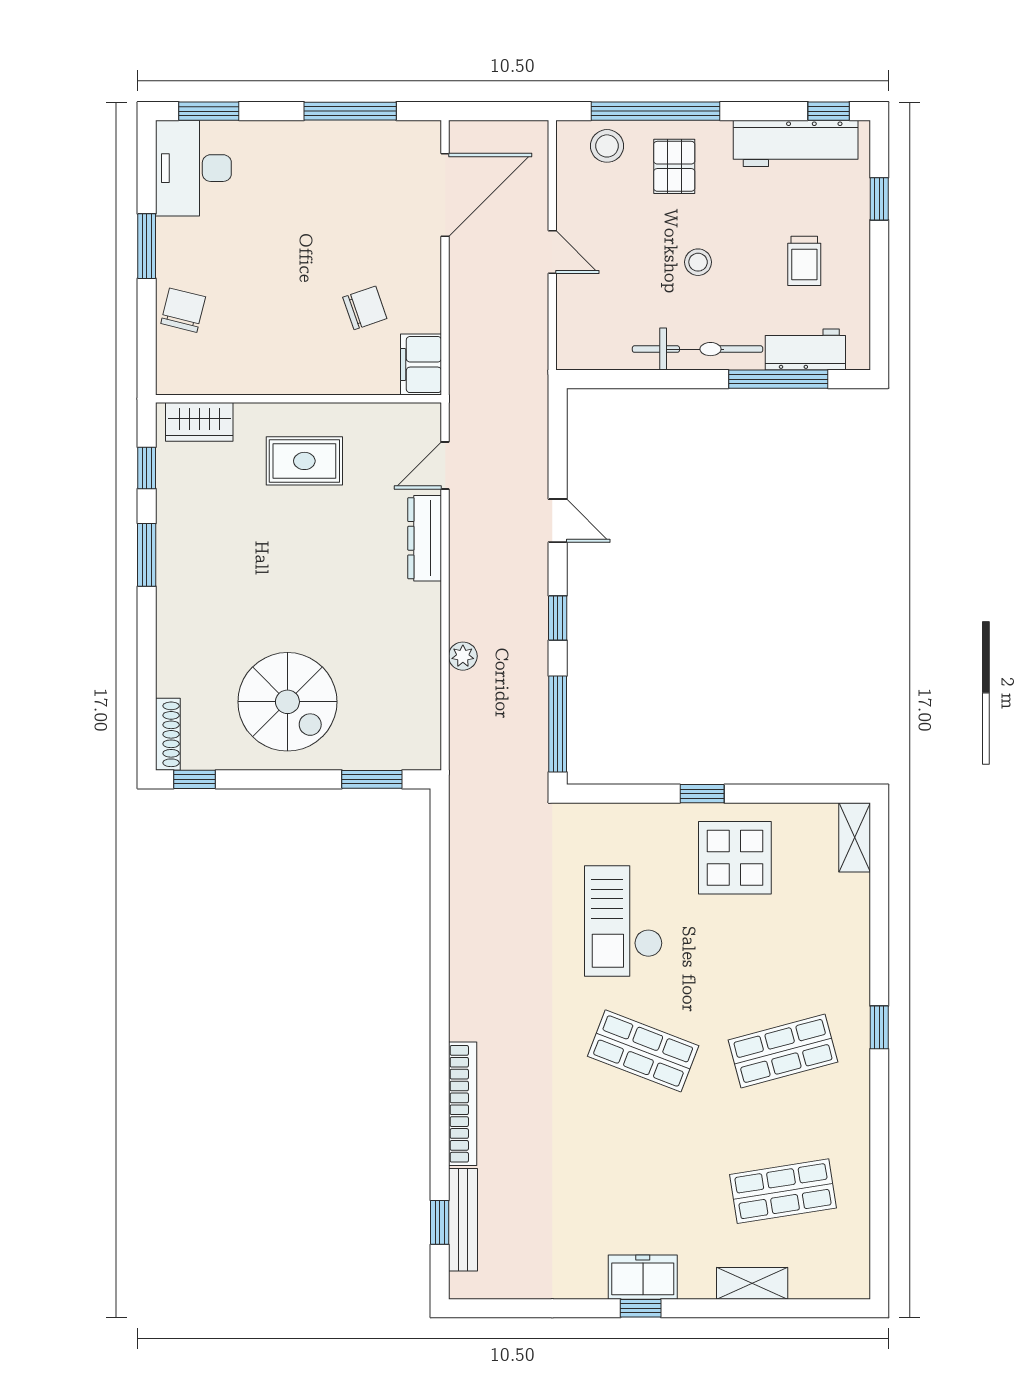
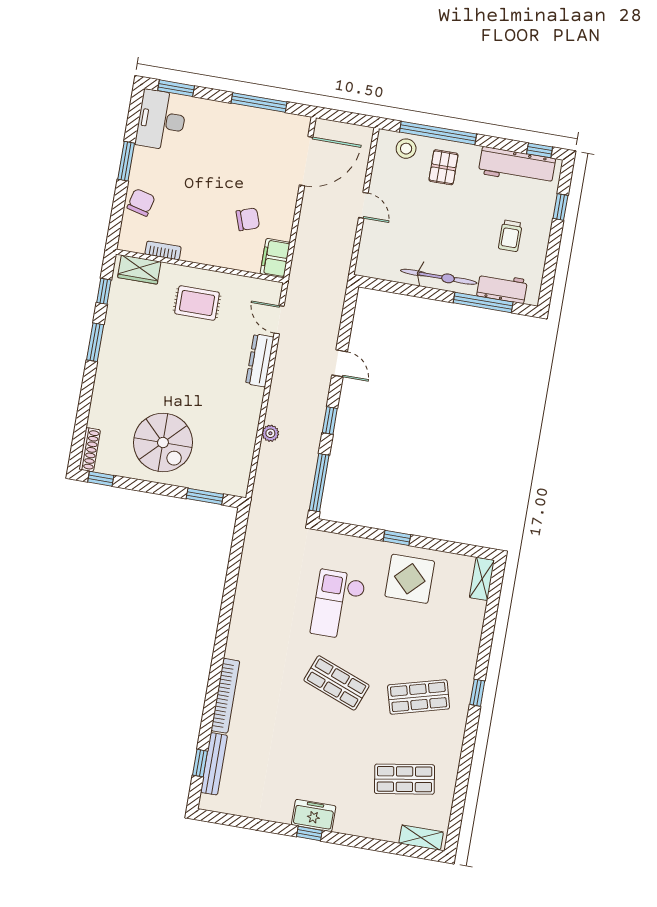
stool: (698, 262) -> (448, 226), removed
bookcase: (233, 384) -> (163, 250), added
door: (445, 466) -> (279, 320), hinge flipped
shelving: (752, 1283) -> (421, 838), moved

